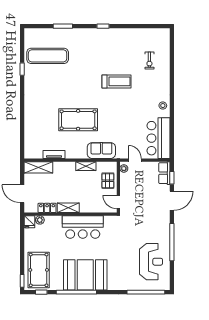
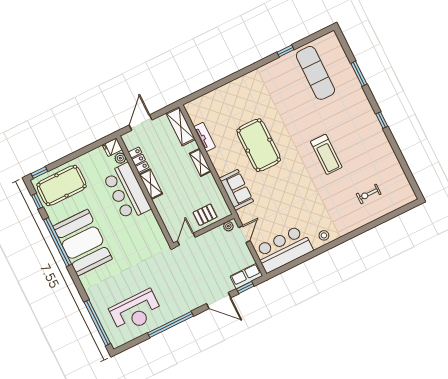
treadmill: (117, 81) -> (326, 154), moved
shelving: (86, 166) -> (200, 162), moved
bar counter: (83, 227) -> (127, 192), moved

